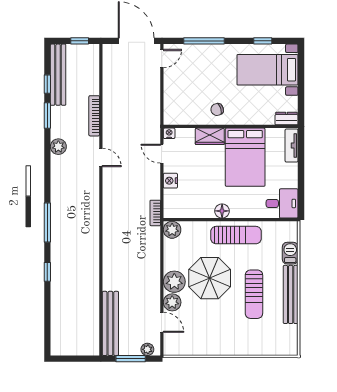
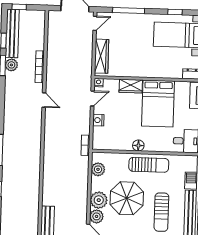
window: (80, 41) -> (19, 7), moved
wardrobe: (172, 100) -> (102, 56), added
chair: (217, 110) -> (137, 65), removed
plant: (58, 147) -> (11, 65), moved
door: (162, 154) -> (92, 99), swing flipped
plant: (172, 230) -> (98, 169), moved

